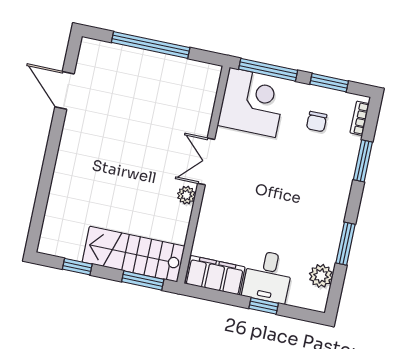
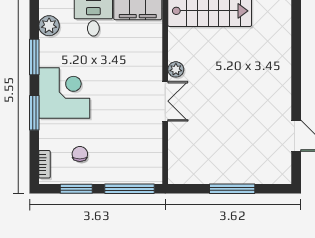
window: (151, 45) -> (232, 189), width x0.68
corner desk: (252, 102) -> (64, 93), moved, turned 180
window: (363, 161) -> (34, 113), moved

